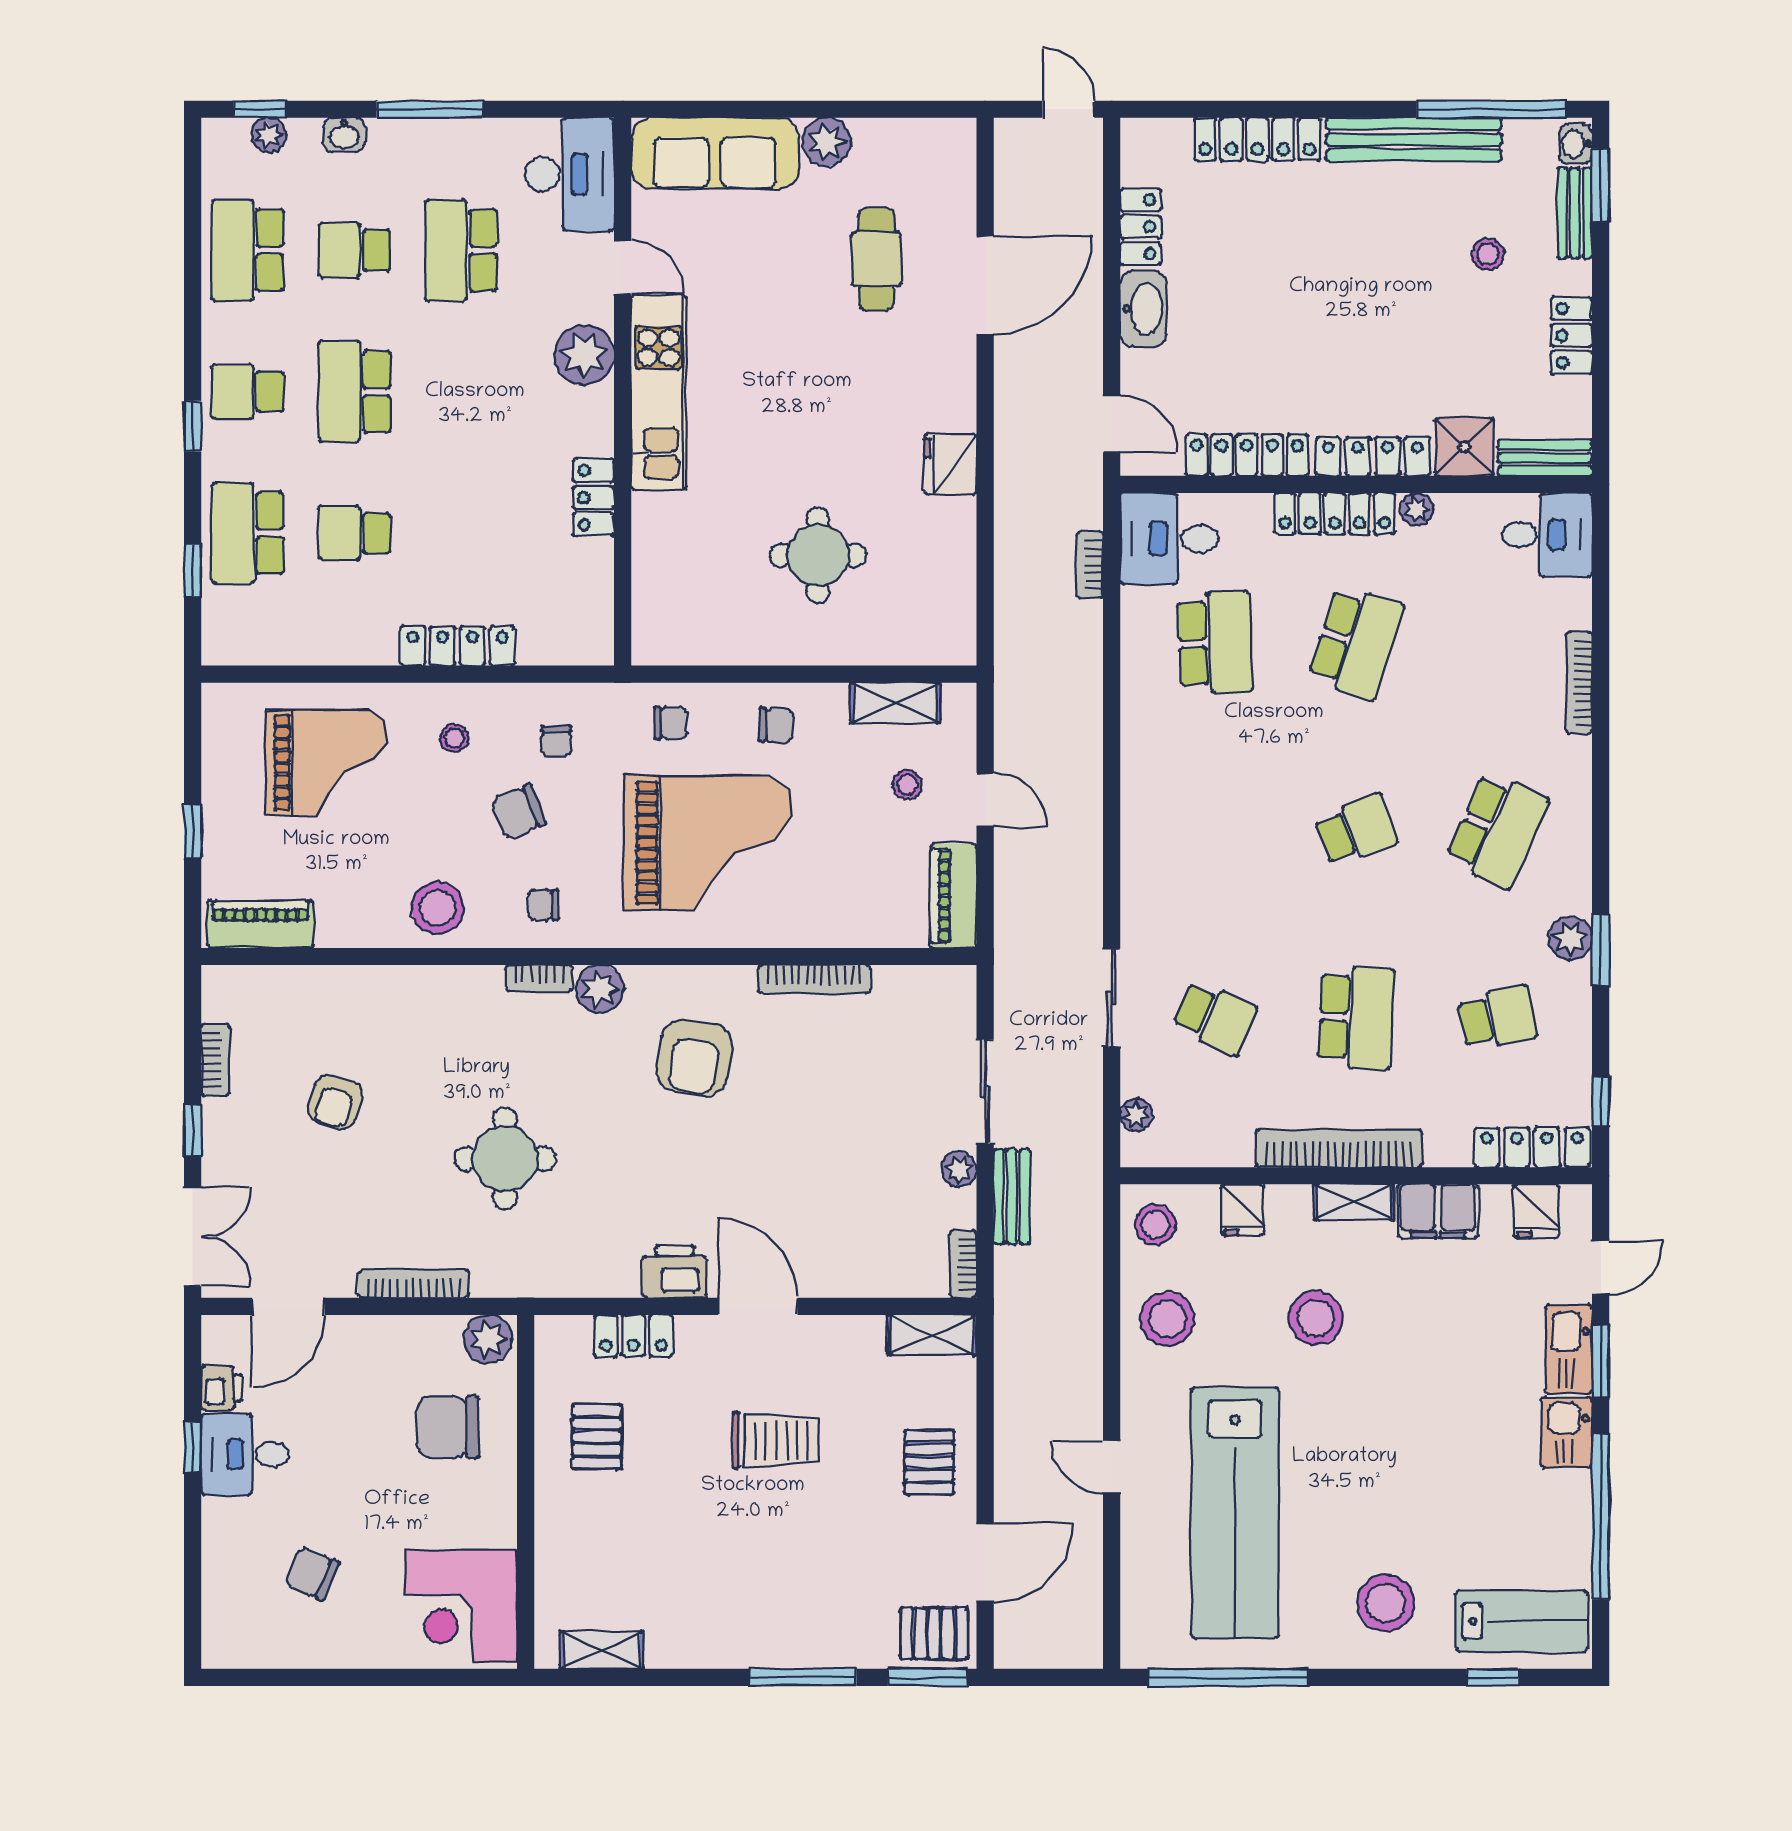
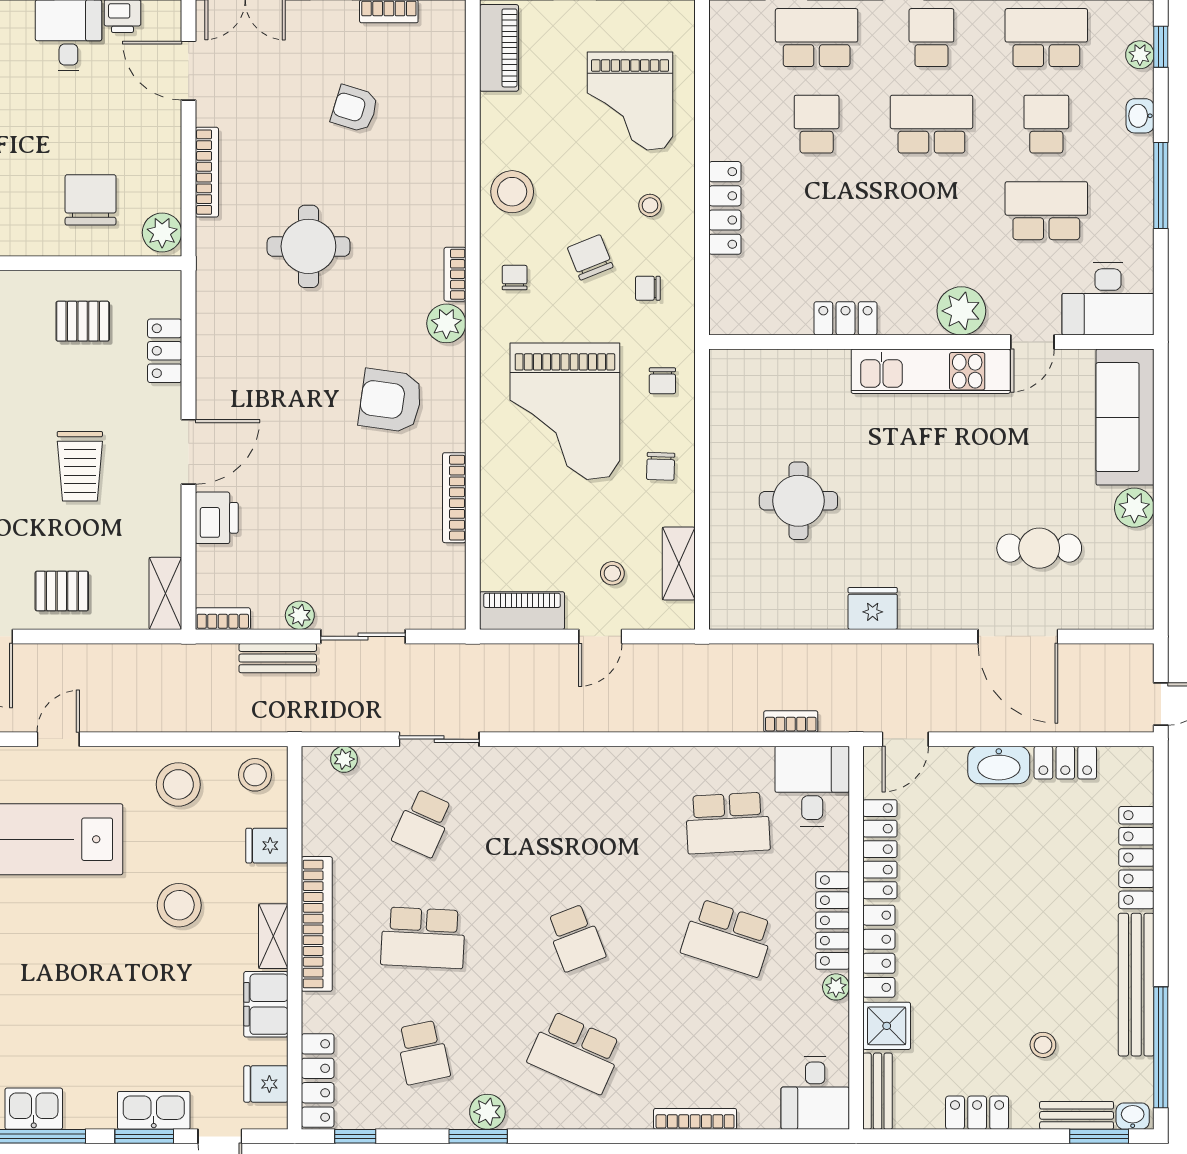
printer: (675, 1272) -> (217, 518), moved
kitchen sink: (1567, 1432) -> (34, 1109), moved

